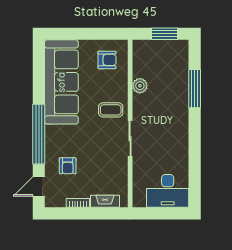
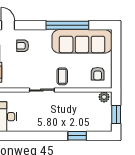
plant: (140, 86) -> (104, 97), moved
window: (195, 89) -> (77, 136), width x0.69
window: (39, 134) -> (67, 25), moved

